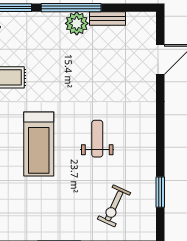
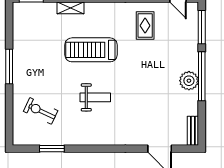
bench: (108, 19) -> (193, 131), moved

